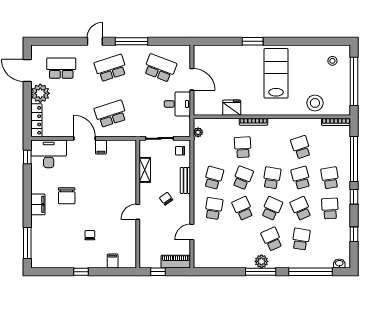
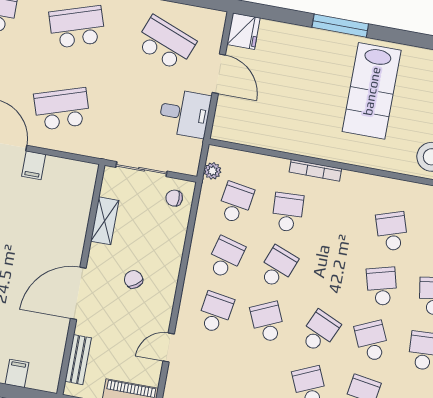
window: (253, 41) -> (340, 26), width x1.44
lab bench: (276, 73) -> (372, 91), turned 180
fridge: (232, 108) -> (244, 31), moved, turned 90
school desk: (272, 178) -> (236, 203), moved
bench: (185, 180) -> (78, 360), moved
door: (138, 212) -> (78, 293), width x1.87

